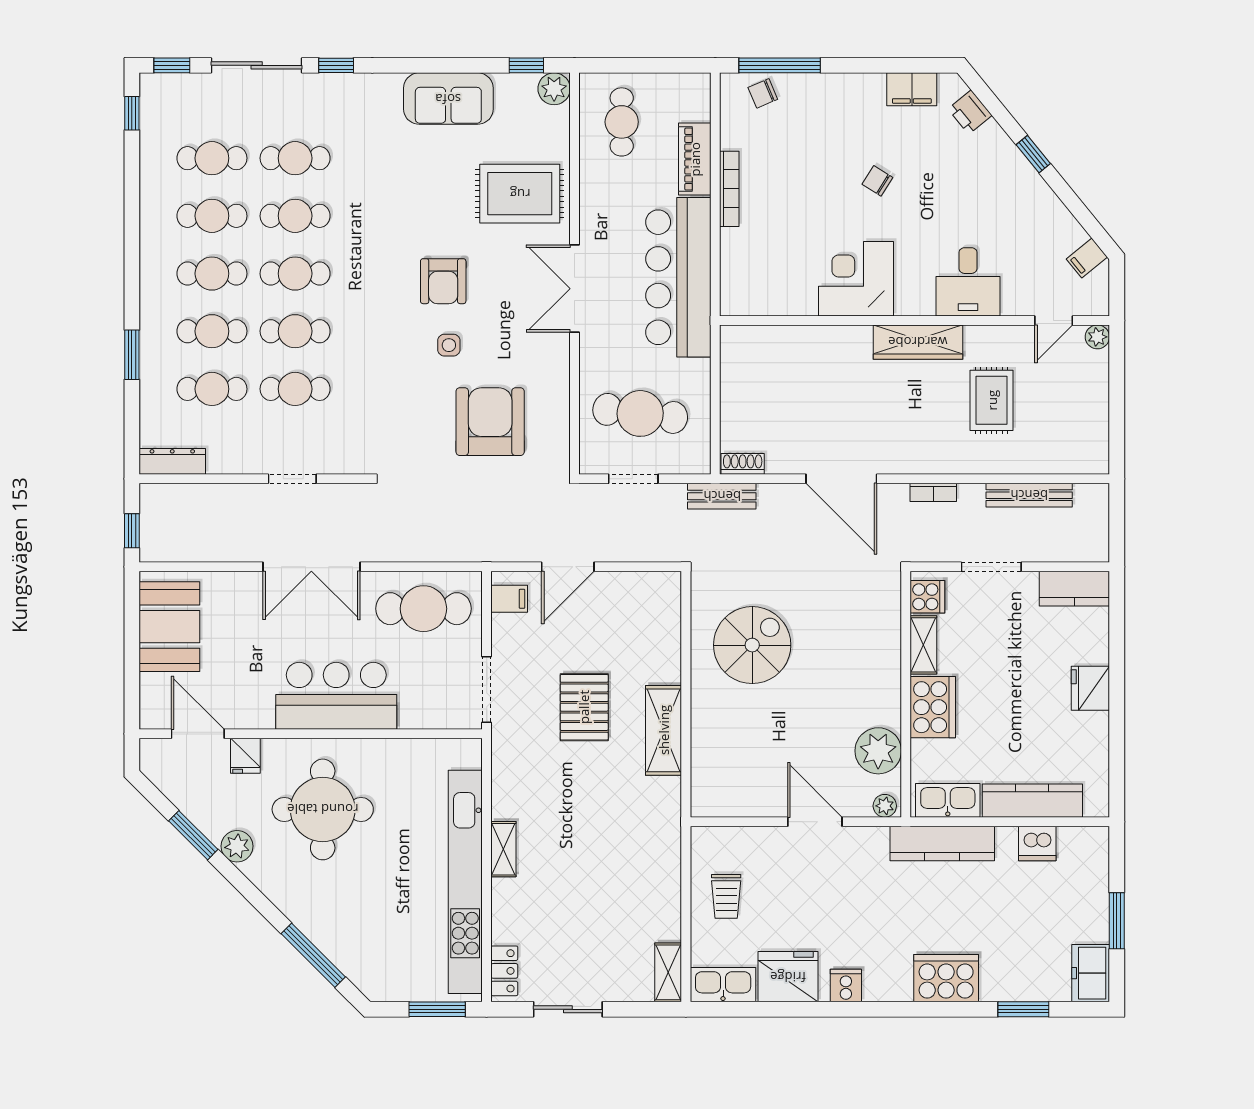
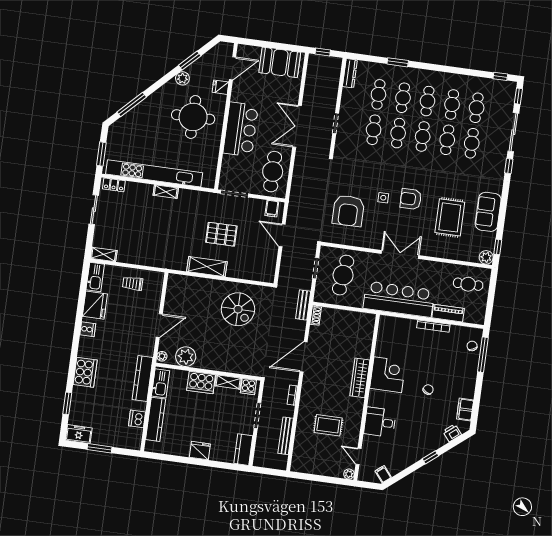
rug: (520, 194) -> (450, 217), moved
wardrobe: (918, 342) -> (360, 378), moved
armchair: (490, 422) -> (348, 211), turned 90

